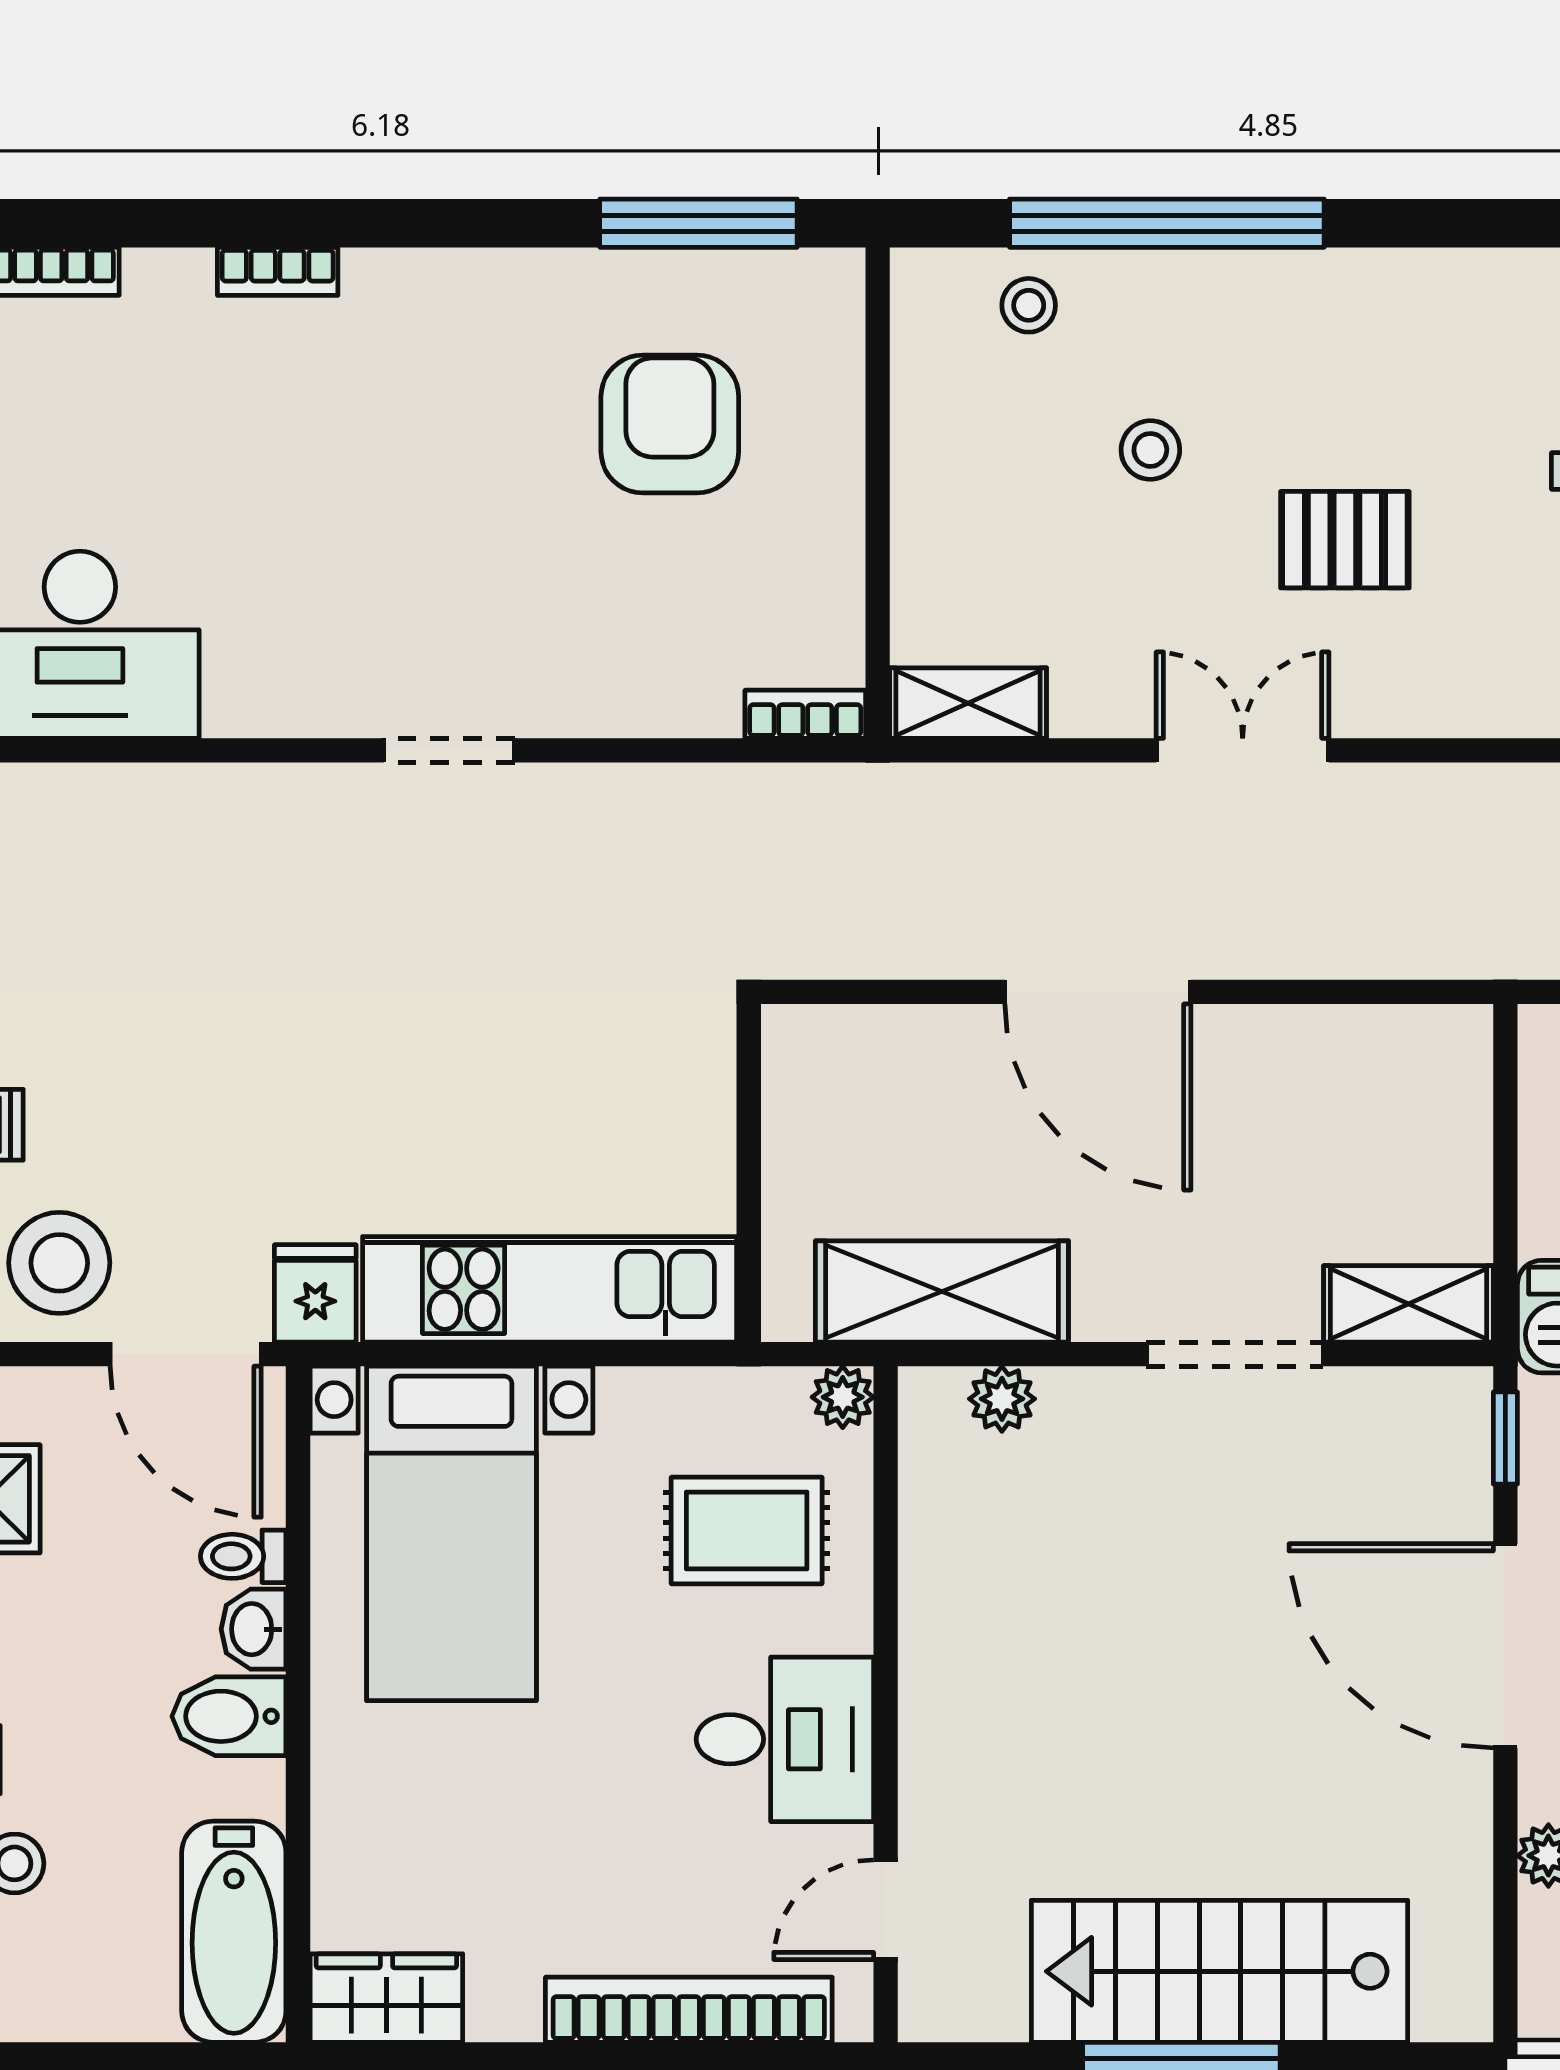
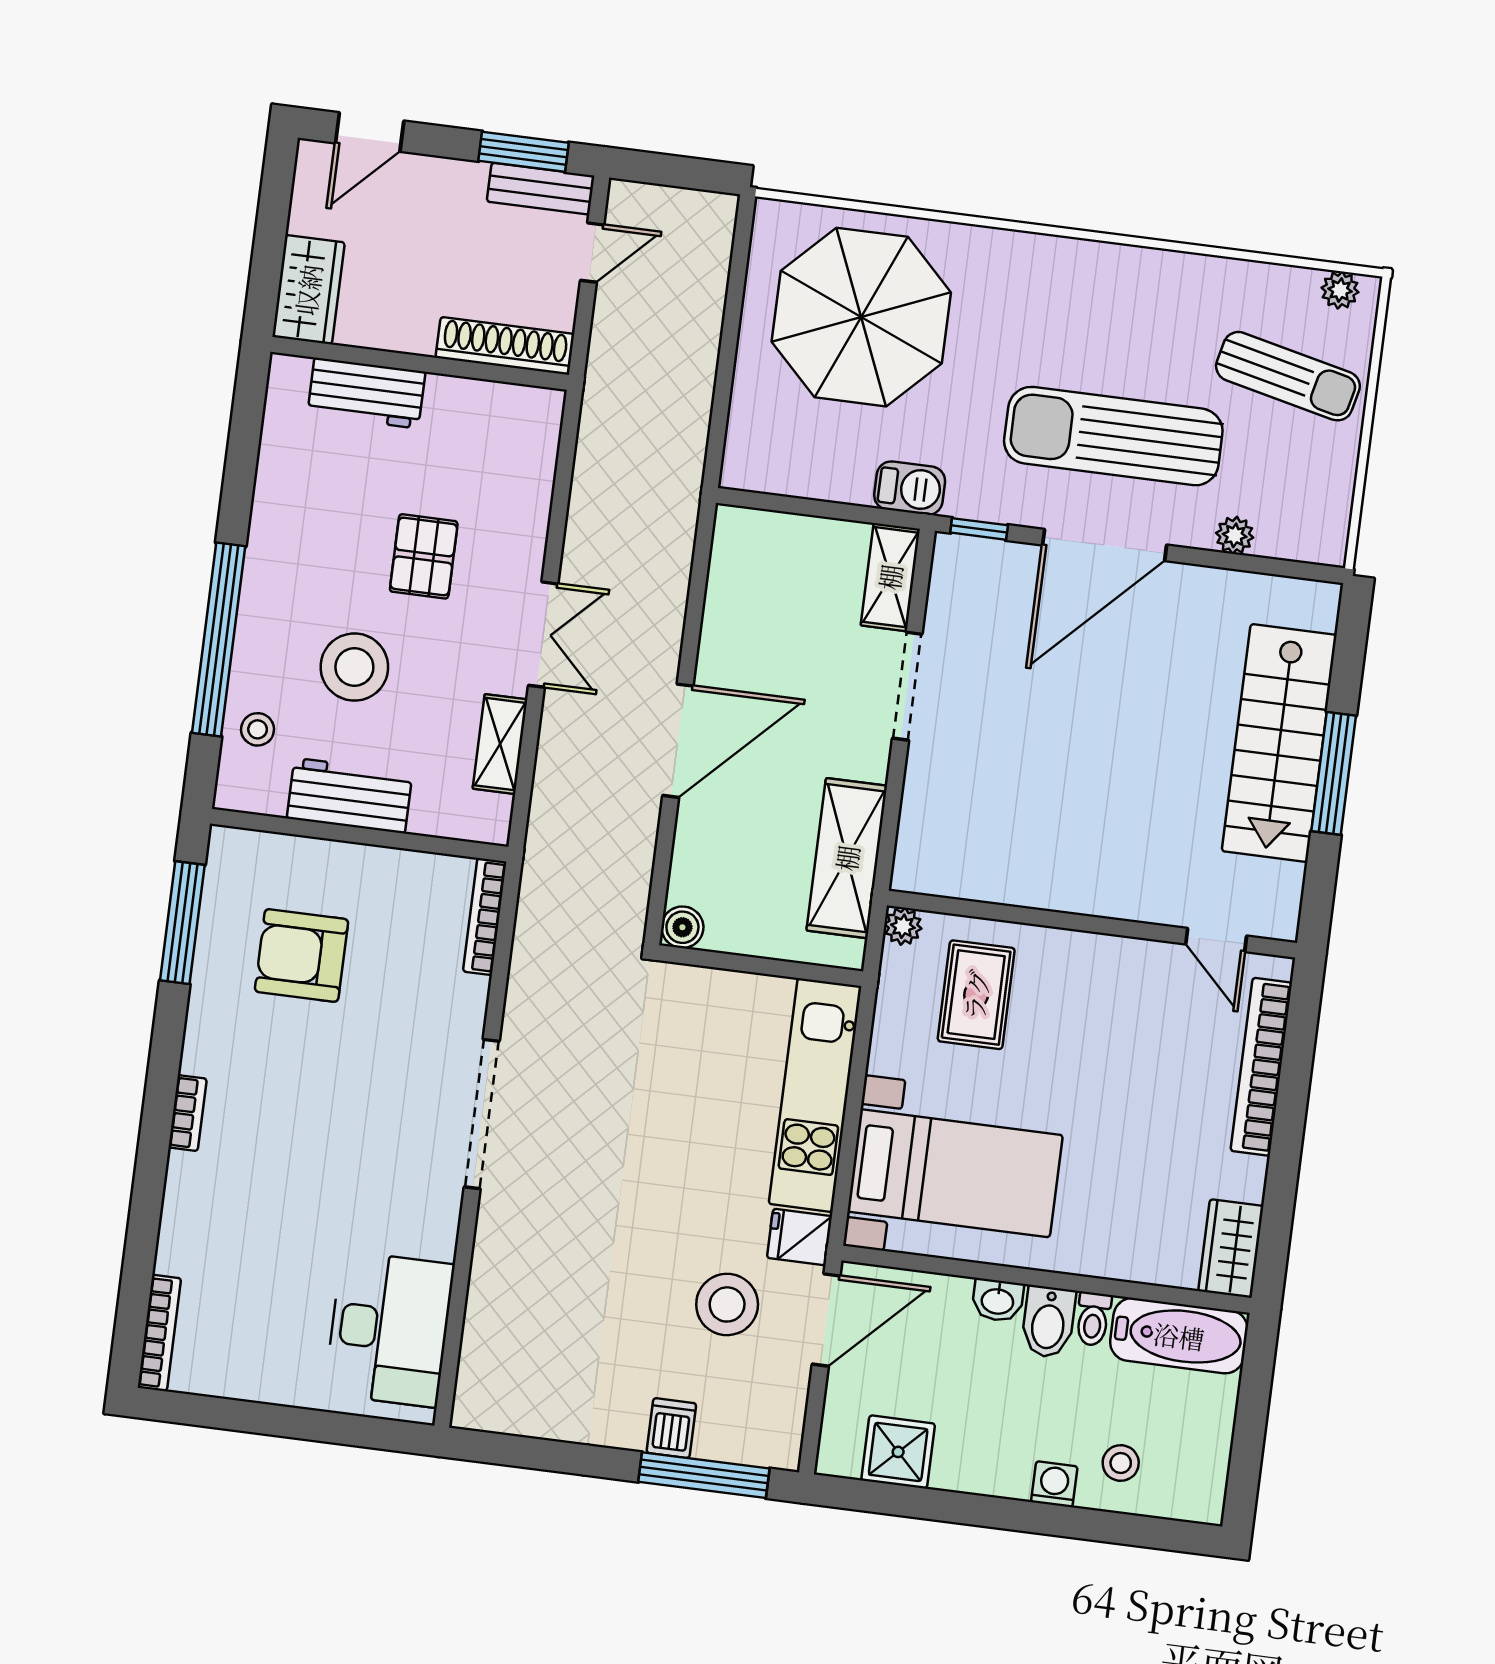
bookcase: (278, 271) -> (188, 1113), moved
stool: (1150, 450) -> (354, 667), width x1.89, depth x1.89
workbench: (940, 469) -> (350, 796), added
shelving: (968, 703) -> (500, 744), moved
bookcase: (805, 714) -> (485, 917), width x1.56
doorway: (449, 750) -> (482, 1114), width x1.87
double door: (1243, 750) -> (543, 635), swing flipped
boiler: (795, 1038) -> (682, 927), added
stool: (59, 1263) -> (727, 1304), moved
plant: (1002, 1399) -> (916, 830), removed
toilet: (243, 1556) -> (1093, 1319), moved
desk: (785, 1739) -> (1105, 988), removed

